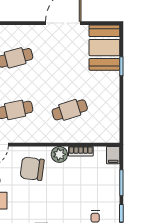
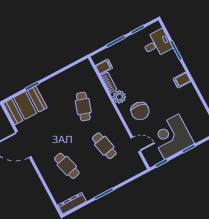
cafe table: (70, 110) -> (83, 107), turned 36
filing cabinet: (113, 155) -> (104, 67), moved

